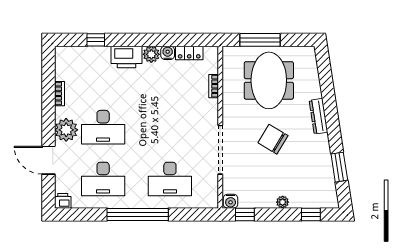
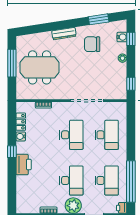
window: (96, 40) -> (12, 152), moved
window: (260, 40) -> (12, 63), moved
plant: (151, 54) -> (22, 148), removed
desk: (170, 127) -> (71, 135), added
chair: (273, 139) -> (92, 44), moved, turned 59
water cooler: (231, 201) -> (122, 37), moved
window: (138, 214) -> (131, 181), moved

